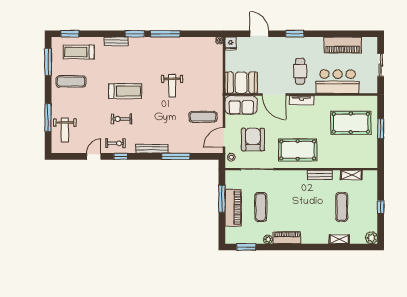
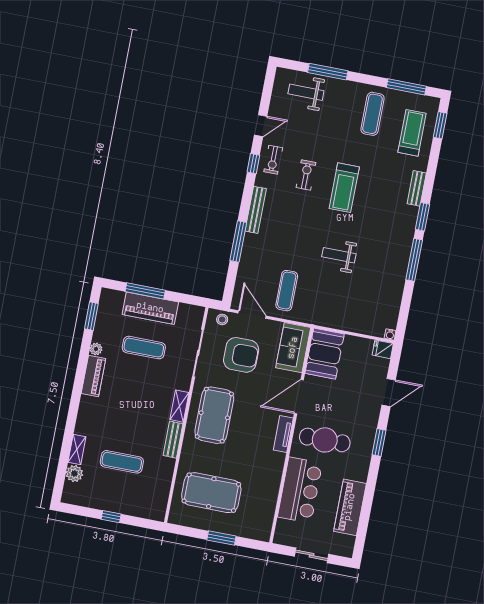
cafe table: (300, 71) -> (325, 440), width x1.37, depth x1.35
pool table: (351, 123) -> (211, 493), moved, turned 90
door: (94, 156) -> (261, 126), hinge flipped
shelving: (351, 175) -> (179, 406), moved
window: (222, 199) -> (145, 291), moved
plant: (372, 238) -> (74, 474), moved

